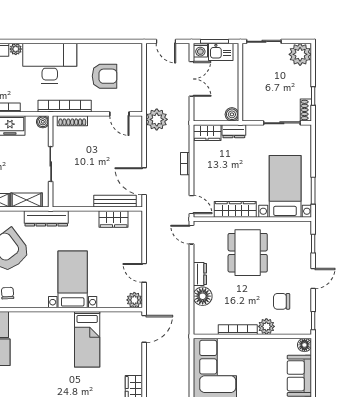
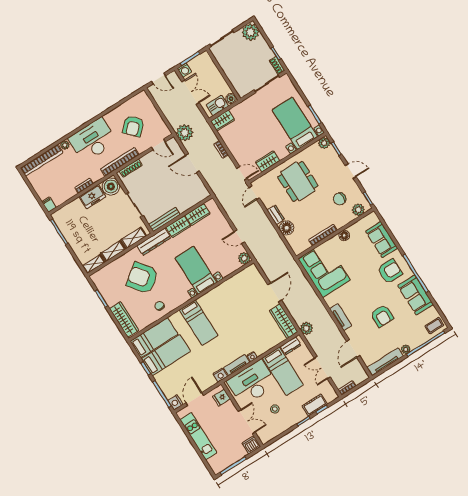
kitchen sink: (221, 52) -> (217, 105), moved, turned 180
armchair: (105, 76) -> (133, 126), turned 136
boiler: (43, 122) -> (111, 186), width x1.86, depth x1.86
dresser: (234, 131) -> (239, 109), removed
door: (144, 181) -> (192, 163), moved
bench: (115, 201) -> (164, 219), moved
wardrobe: (235, 209) -> (268, 161), width x0.67
wardrobe: (84, 219) -> (178, 227), added
plant: (304, 229) -> (324, 143), added
door: (191, 235) -> (254, 193), hinge flipped
door: (313, 278) -> (351, 171), hinge flipped
plant: (266, 326) -> (358, 210), moved
door: (144, 329) -> (275, 292), moved
bed: (87, 339) -> (199, 323), moved
floor lamp: (304, 345) -> (344, 235), moved

